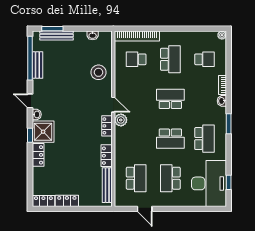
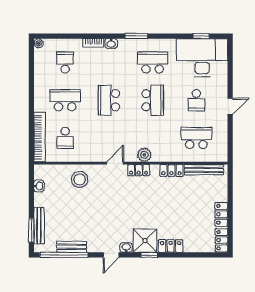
plant: (121, 120) -> (144, 155), moved
school desk: (170, 178) -> (196, 100), width x0.54
door: (145, 209) -> (230, 106), moved

